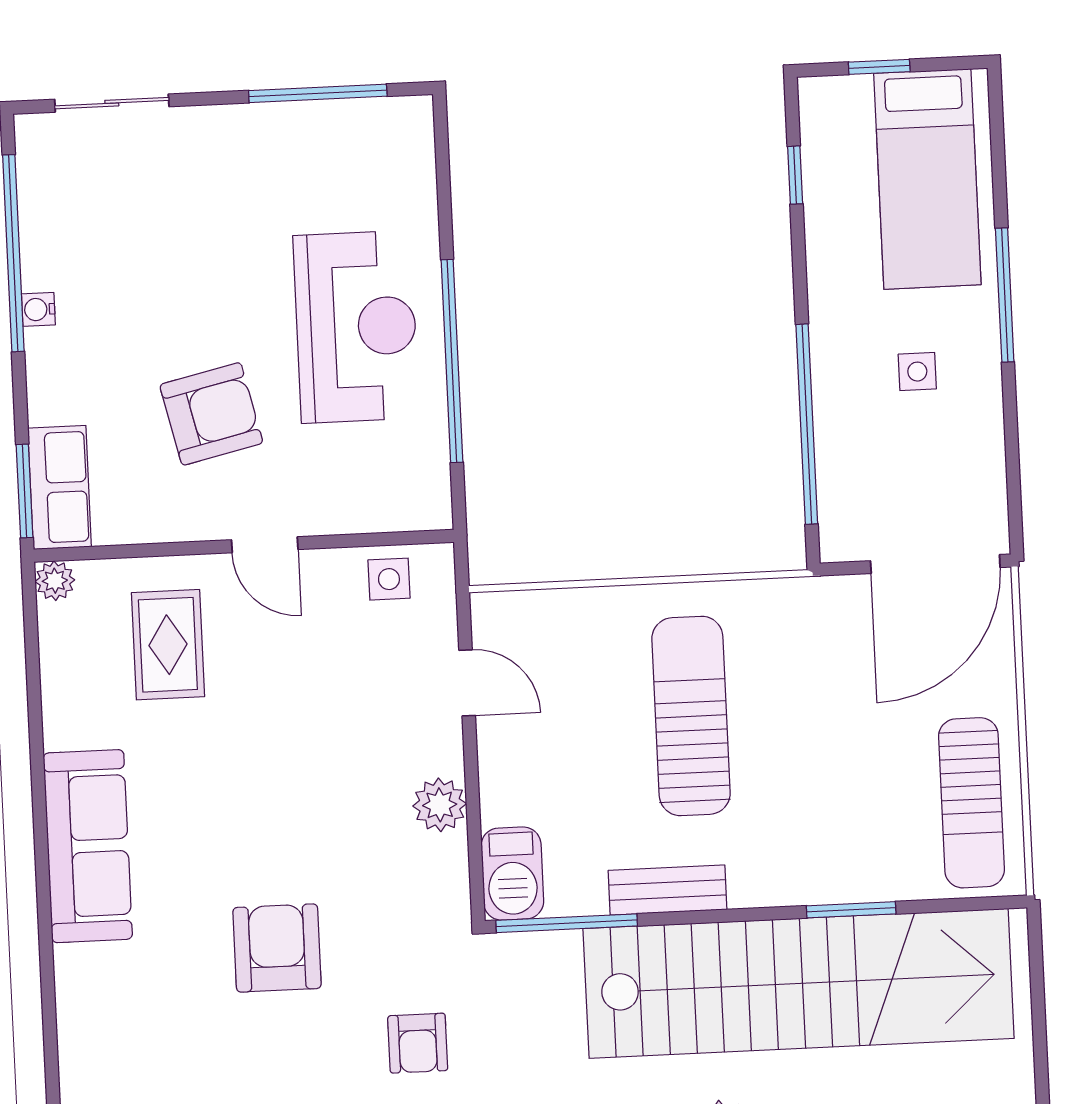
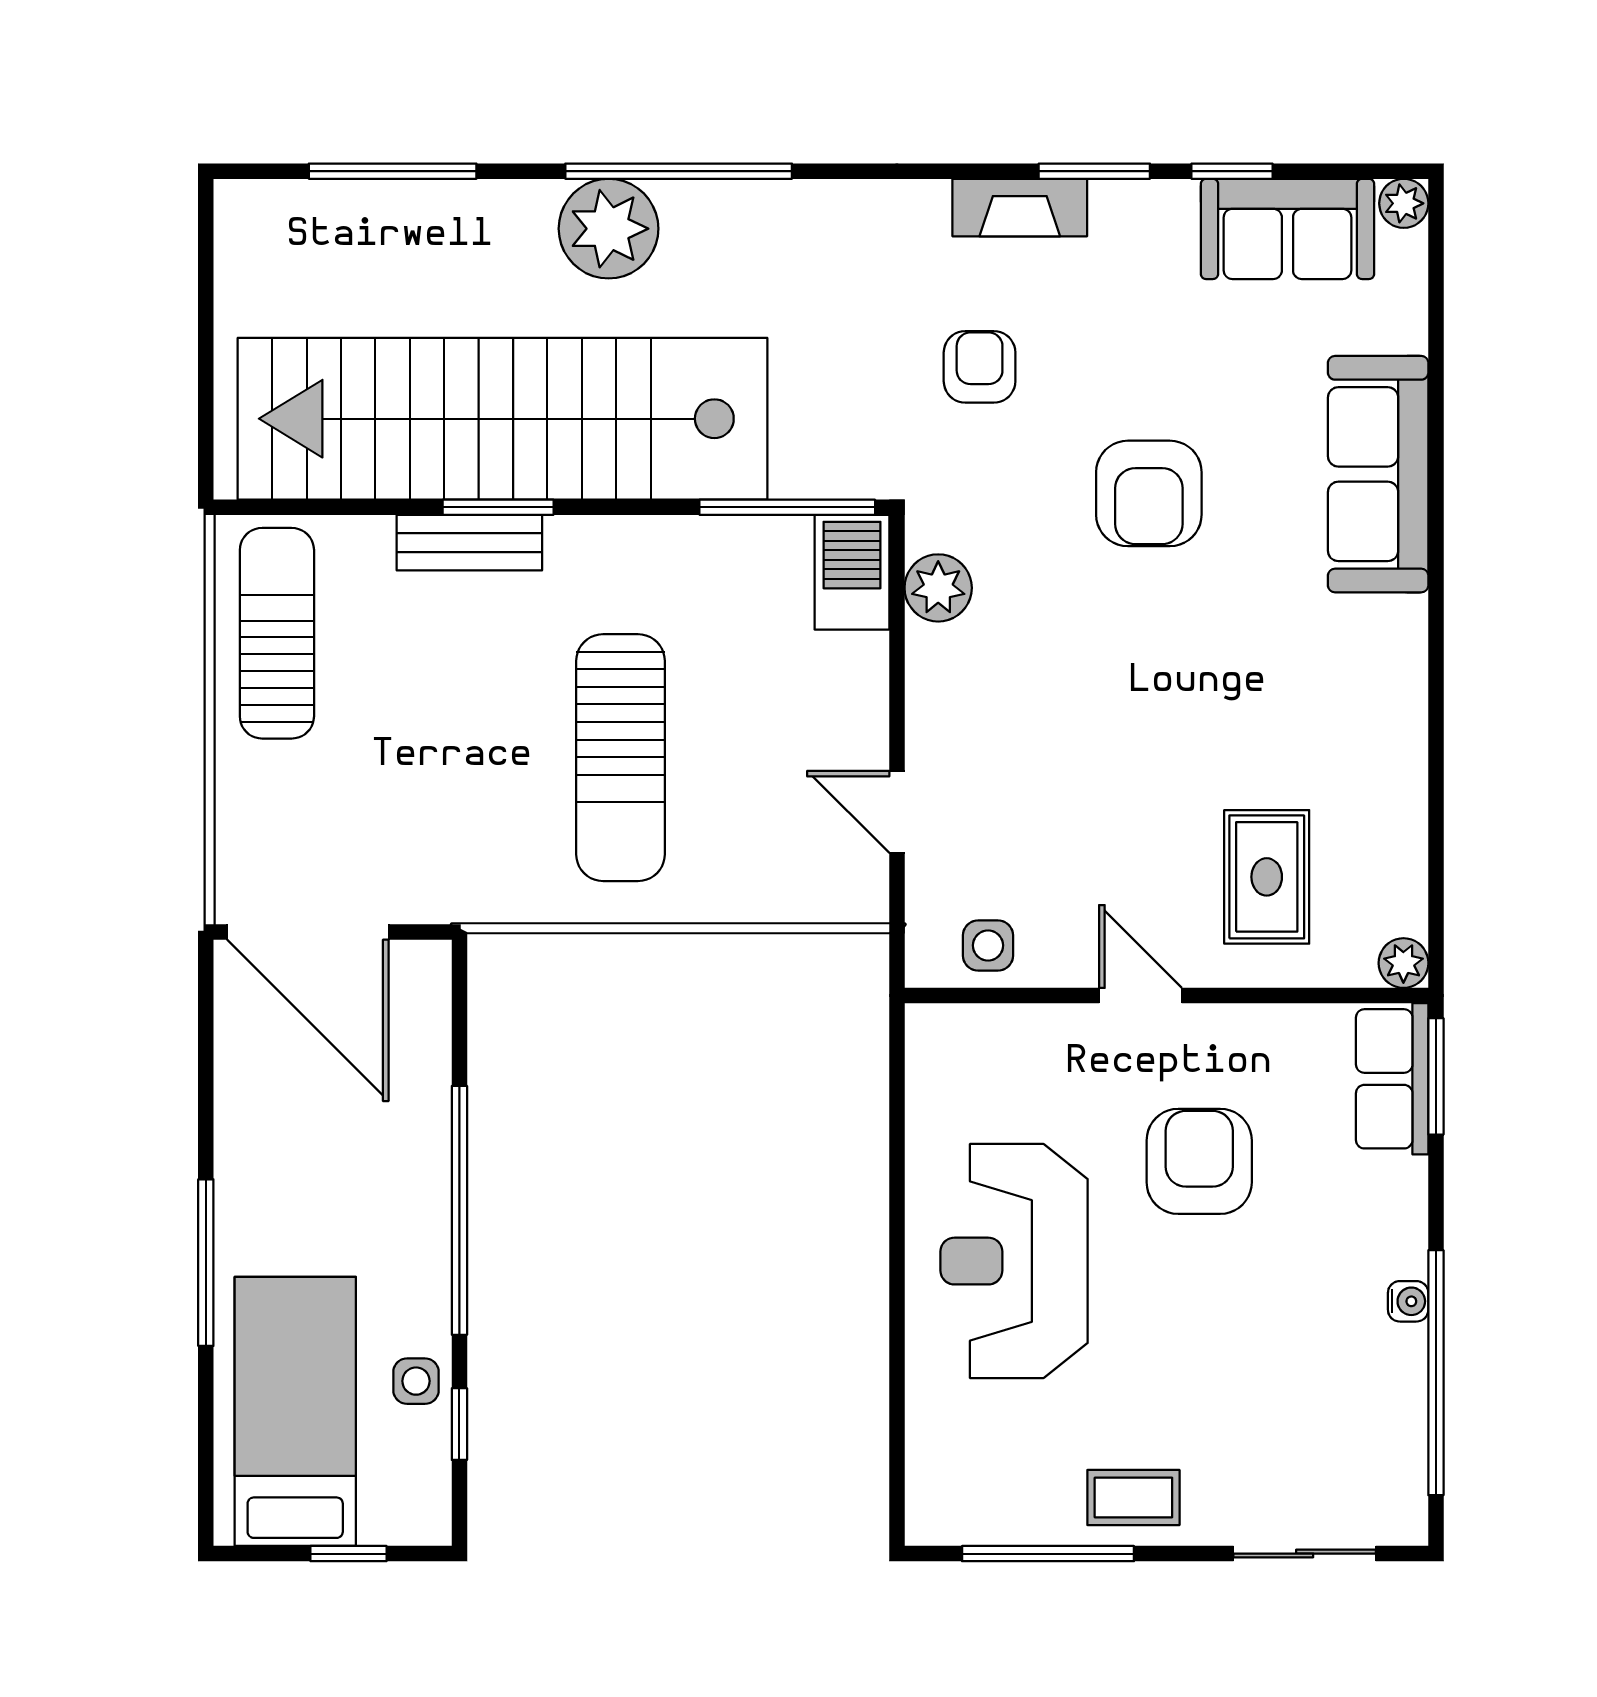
coffee table: (251, 142) -> (1133, 1497), added
window: (452, 361) -> (897, 1213), removed
side table: (917, 372) -> (416, 1381), moved
armchair: (211, 414) -> (1199, 1161), turned 103
window: (807, 424) -> (459, 1210), moved
door: (935, 564) -> (308, 932), swing flipped
plant: (440, 805) -> (938, 588), moved
sofa: (88, 846) -> (1378, 474), moved
bench: (667, 890) -> (469, 543), moved
window: (851, 910) -> (498, 507), moved

